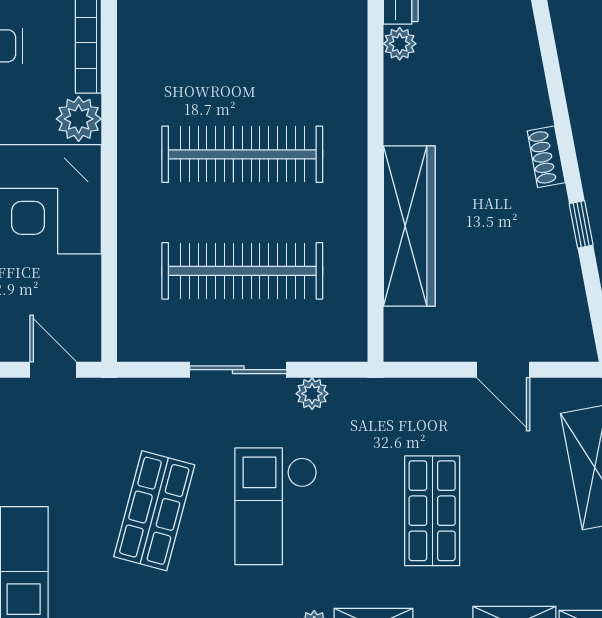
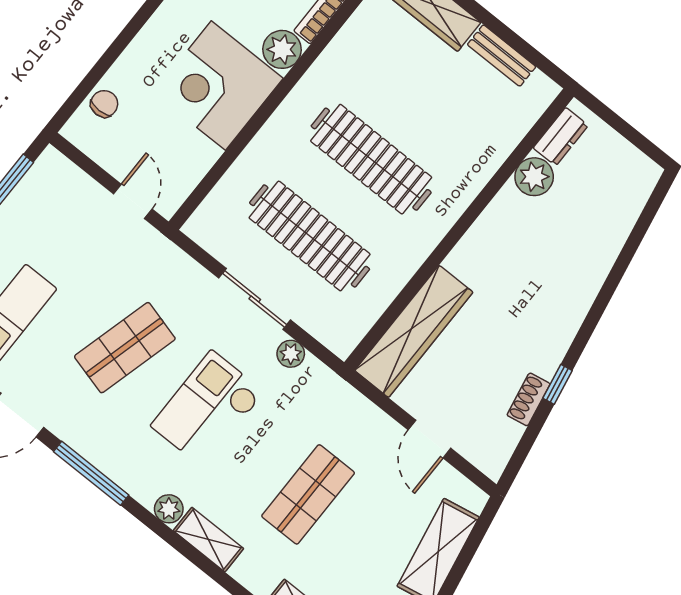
plant: (400, 44) -> (534, 177), width x1.38, depth x1.38
shoe rack: (546, 157) -> (529, 399), moved
wardrobe: (409, 226) -> (414, 331), moved

